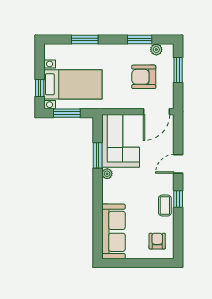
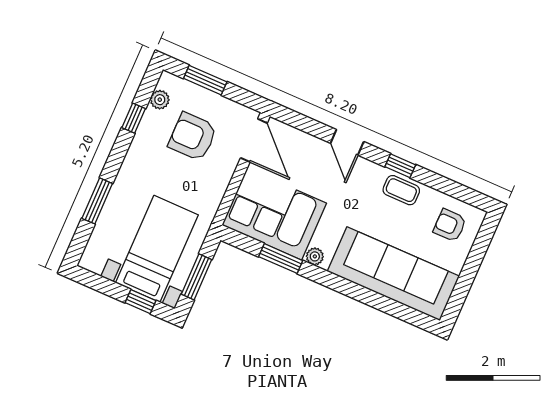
window: (140, 40) -> (134, 118), width x0.67
armchair: (144, 77) -> (193, 137), turned 90
sofa: (113, 231) -> (393, 274), width x1.36, depth x1.27

